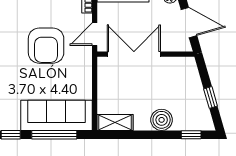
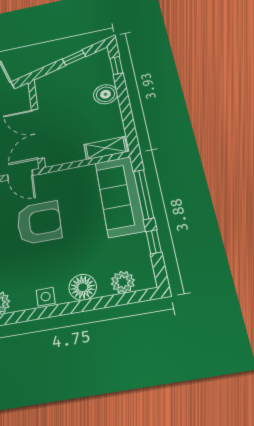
shelving: (115, 123) -> (106, 148), moved, turned 90

